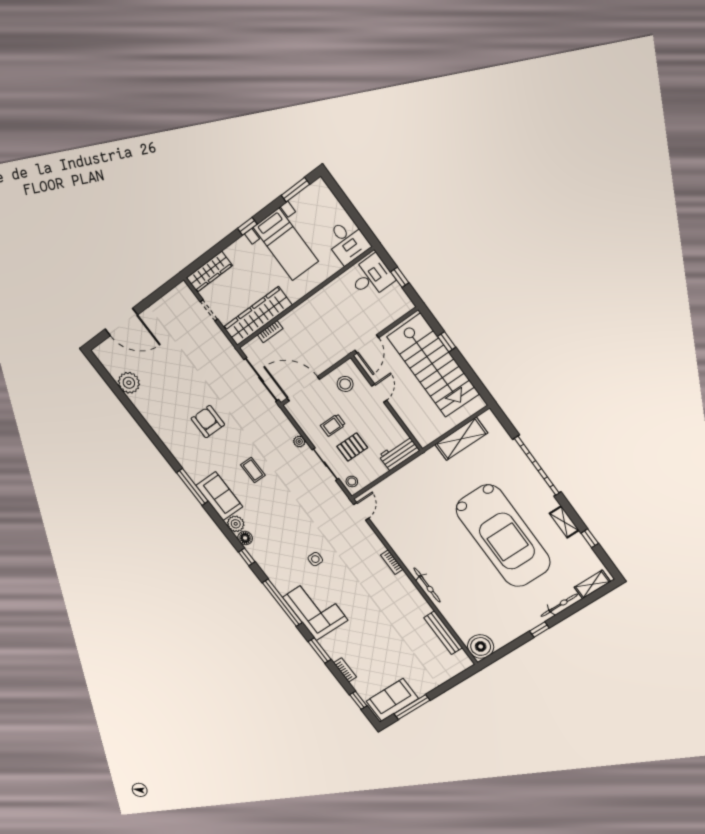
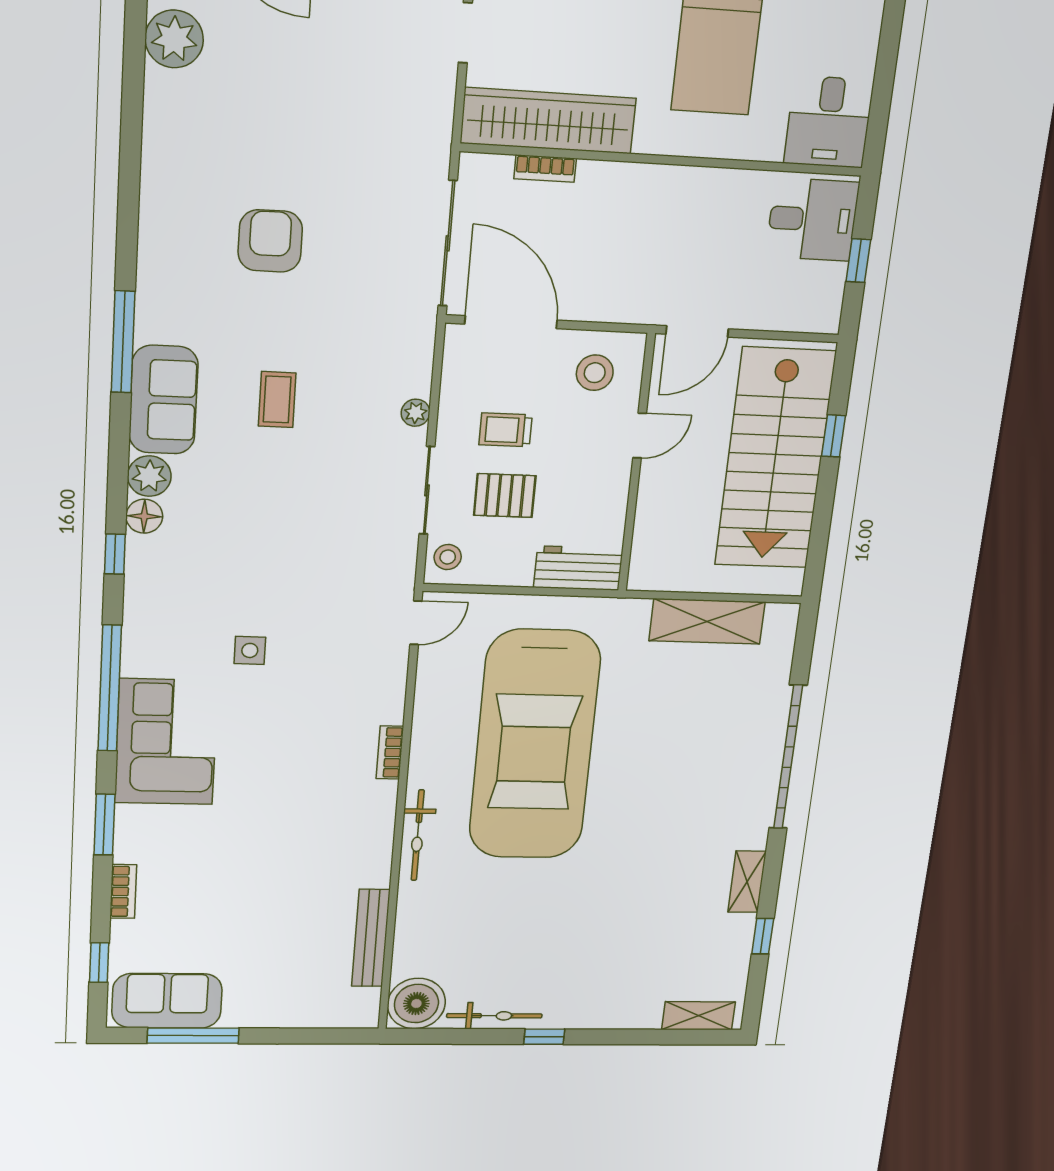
car: (503, 536) -> (534, 745), moved
bicycle: (559, 605) -> (494, 1016), moved

